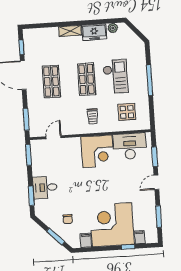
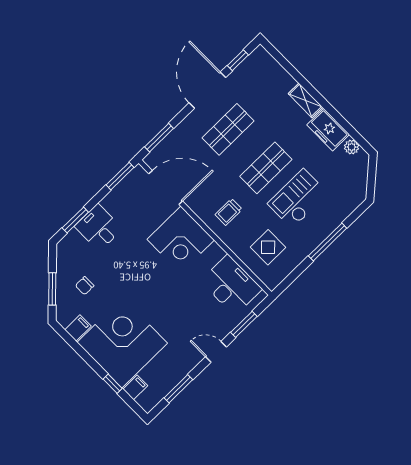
checkout: (115, 76) -> (298, 199), turned 180
door: (54, 137) -> (166, 187), width x1.88
corner desk: (97, 151) -> (181, 240), moved

